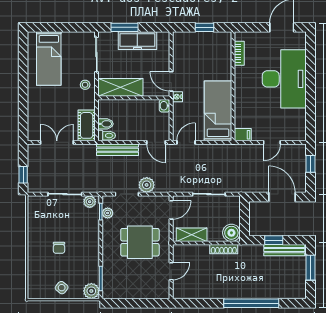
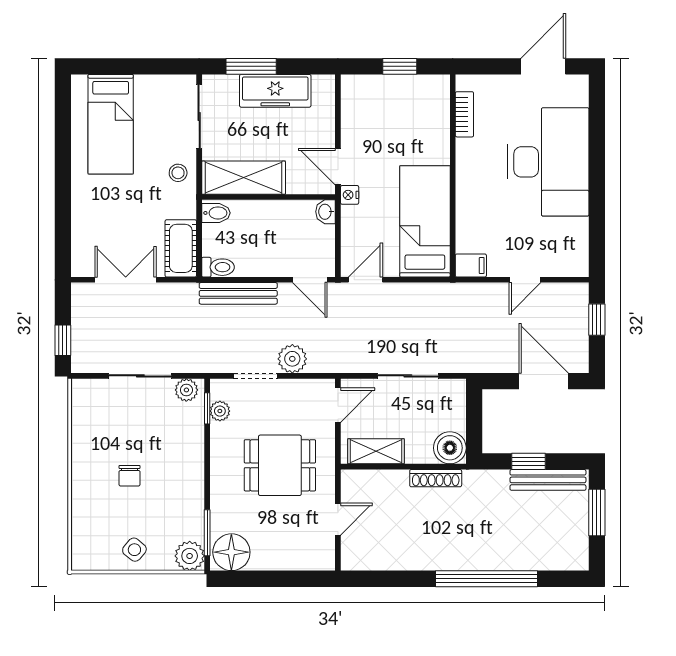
bidet: (106, 124) -> (216, 213), moved
floor lamp: (114, 289) -> (231, 552), added

